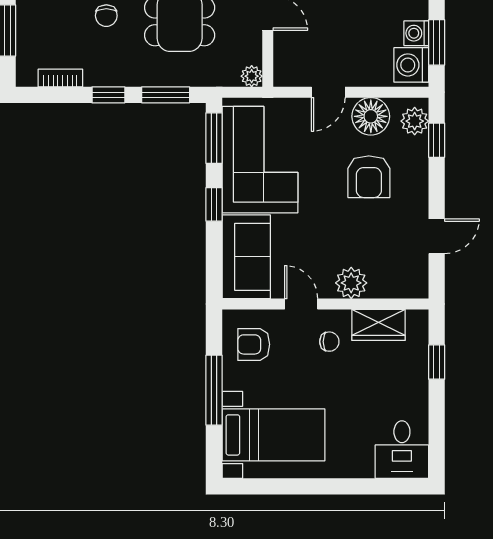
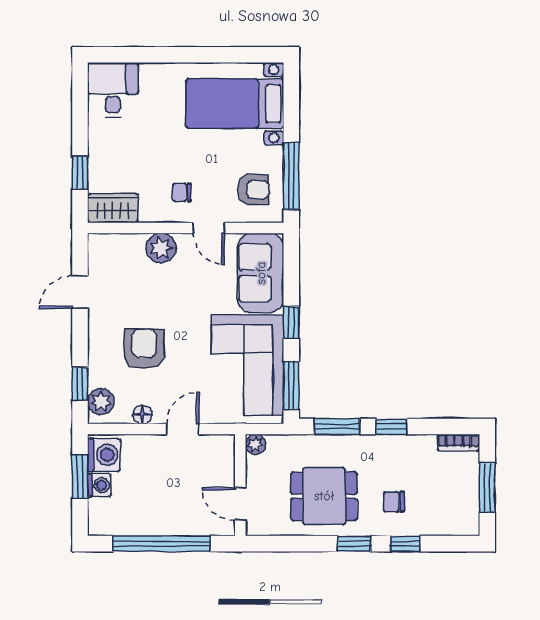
chair: (106, 16) -> (394, 502), turned -90
bookcase: (60, 78) -> (459, 443), moved
floor lamp: (371, 116) -> (142, 415), width x0.53, depth x0.53
wardrobe: (378, 325) -> (113, 208), moved
window: (214, 390) -> (291, 176), moved

